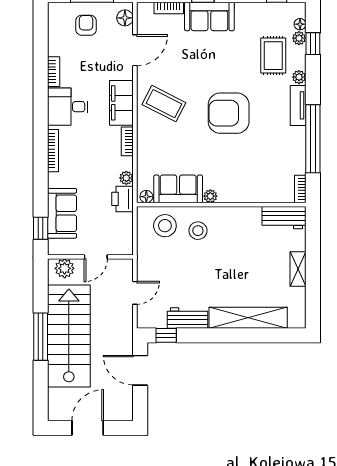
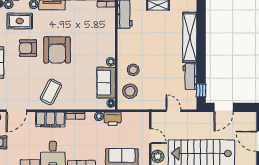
door: (135, 50) -> (16, 111), swing flipped
armchair: (231, 68) -> (28, 48), added

